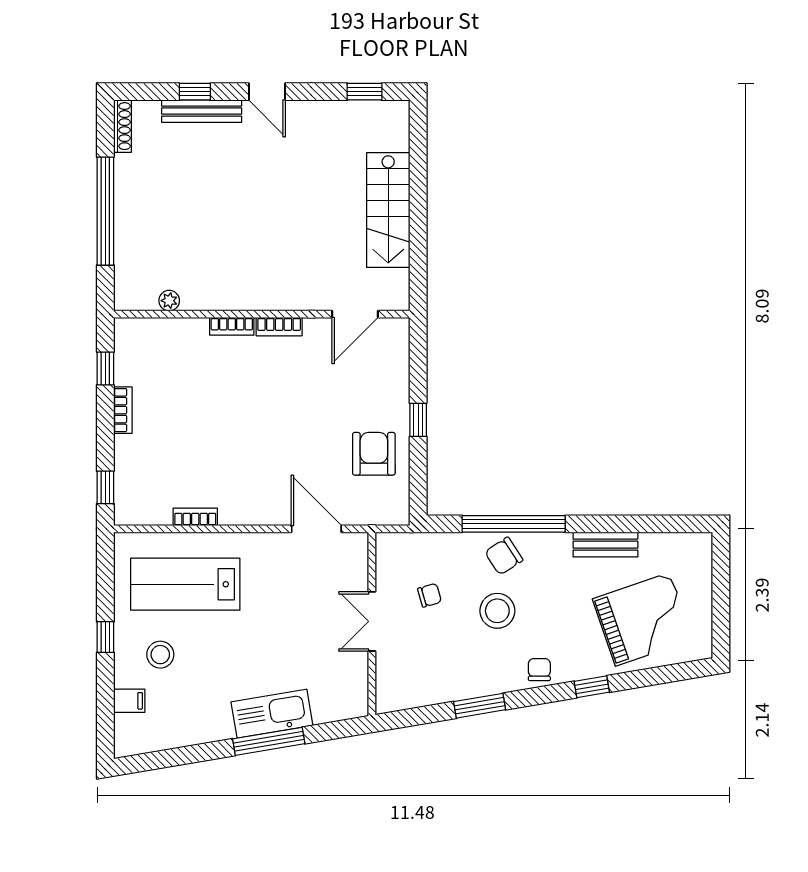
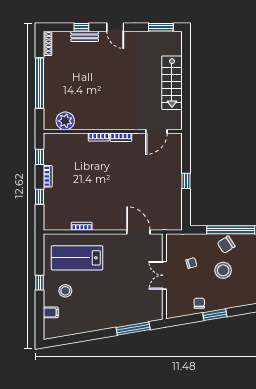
window: (365, 92) -> (161, 27), width x1.50
bench: (202, 111) -> (85, 36), width x0.73
plant: (169, 301) -> (65, 121), width x1.88, depth x1.88
armchair: (374, 454) -> (165, 197), removed
window: (105, 487) -> (40, 197), moved
chair: (539, 670) -> (199, 303), moved
kitchen sink: (272, 714) -> (118, 318), removed
window: (269, 741) -> (133, 329), moved

